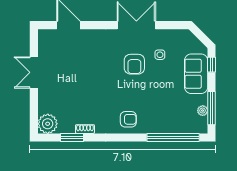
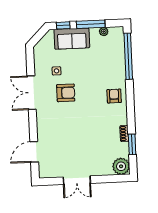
window: (212, 108) -> (91, 24), moved

